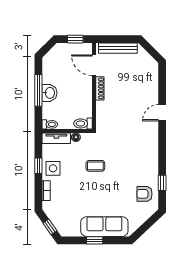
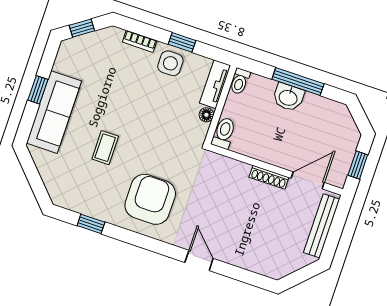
coffee table: (95, 166) -> (105, 148), moved
armchair: (144, 194) -> (150, 199), moved, width x1.88, depth x1.88

